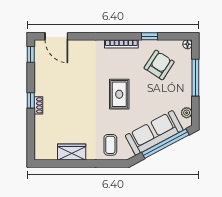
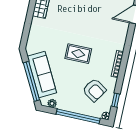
window: (150, 36) -> (116, 100), moved
window: (195, 78) -> (78, 116), width x1.46
coffee table: (110, 145) -> (40, 38), removed

